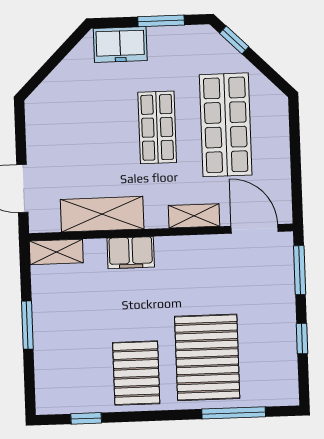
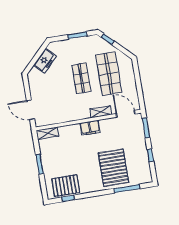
freezer: (120, 45) -> (45, 61), moved, turned -45
shelving: (102, 214) -> (64, 116), removed
filing cabinet: (131, 253) -> (90, 128), moved
pallet: (136, 373) -> (66, 186), moved, turned 90

